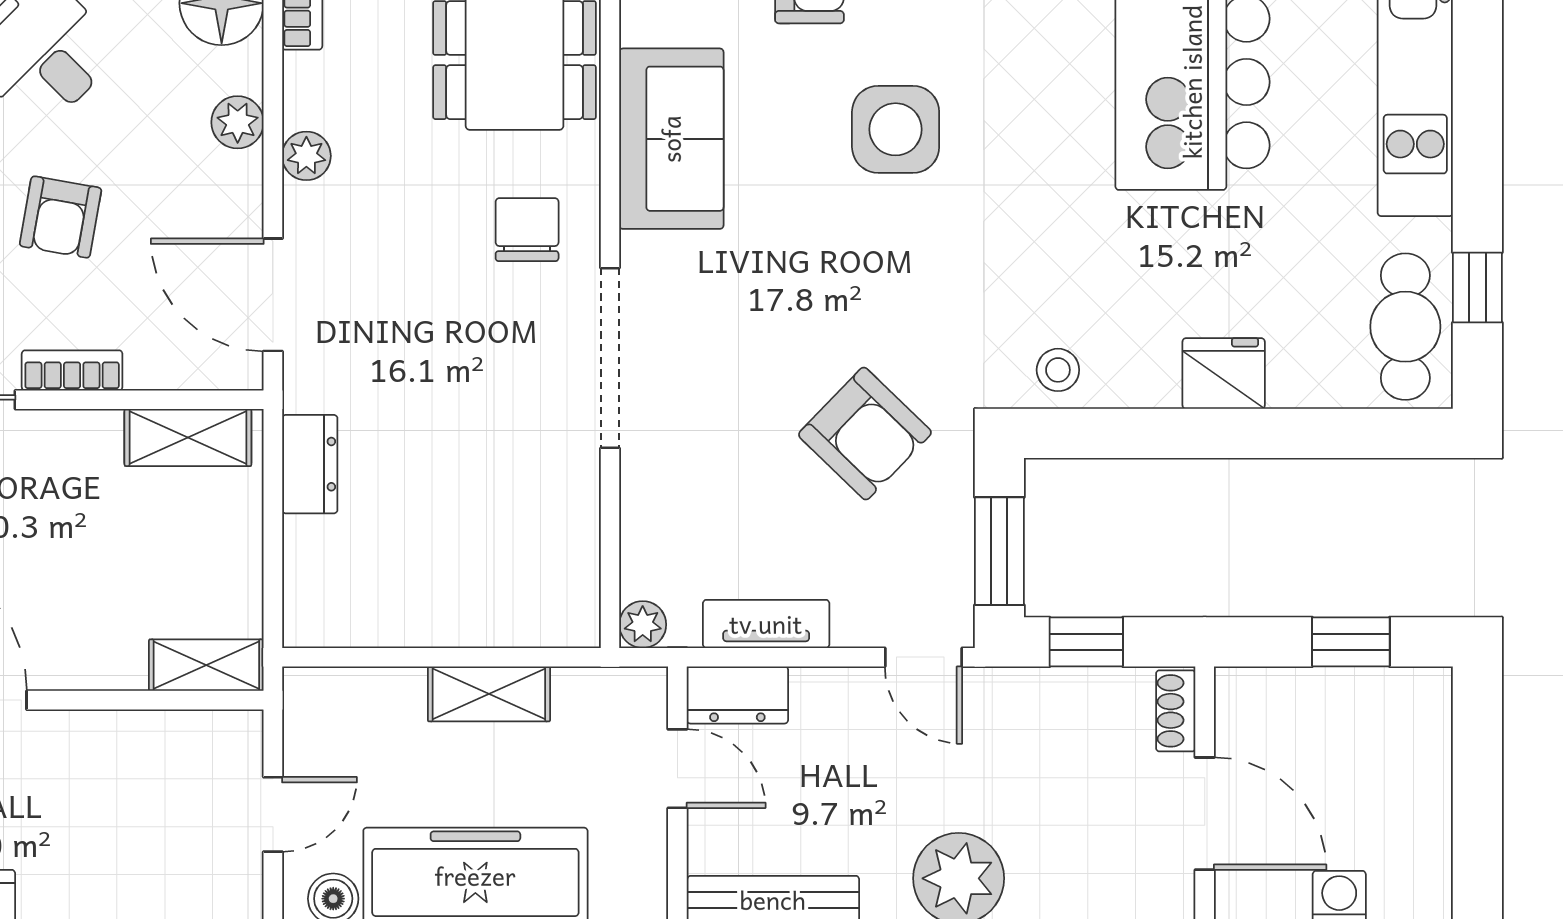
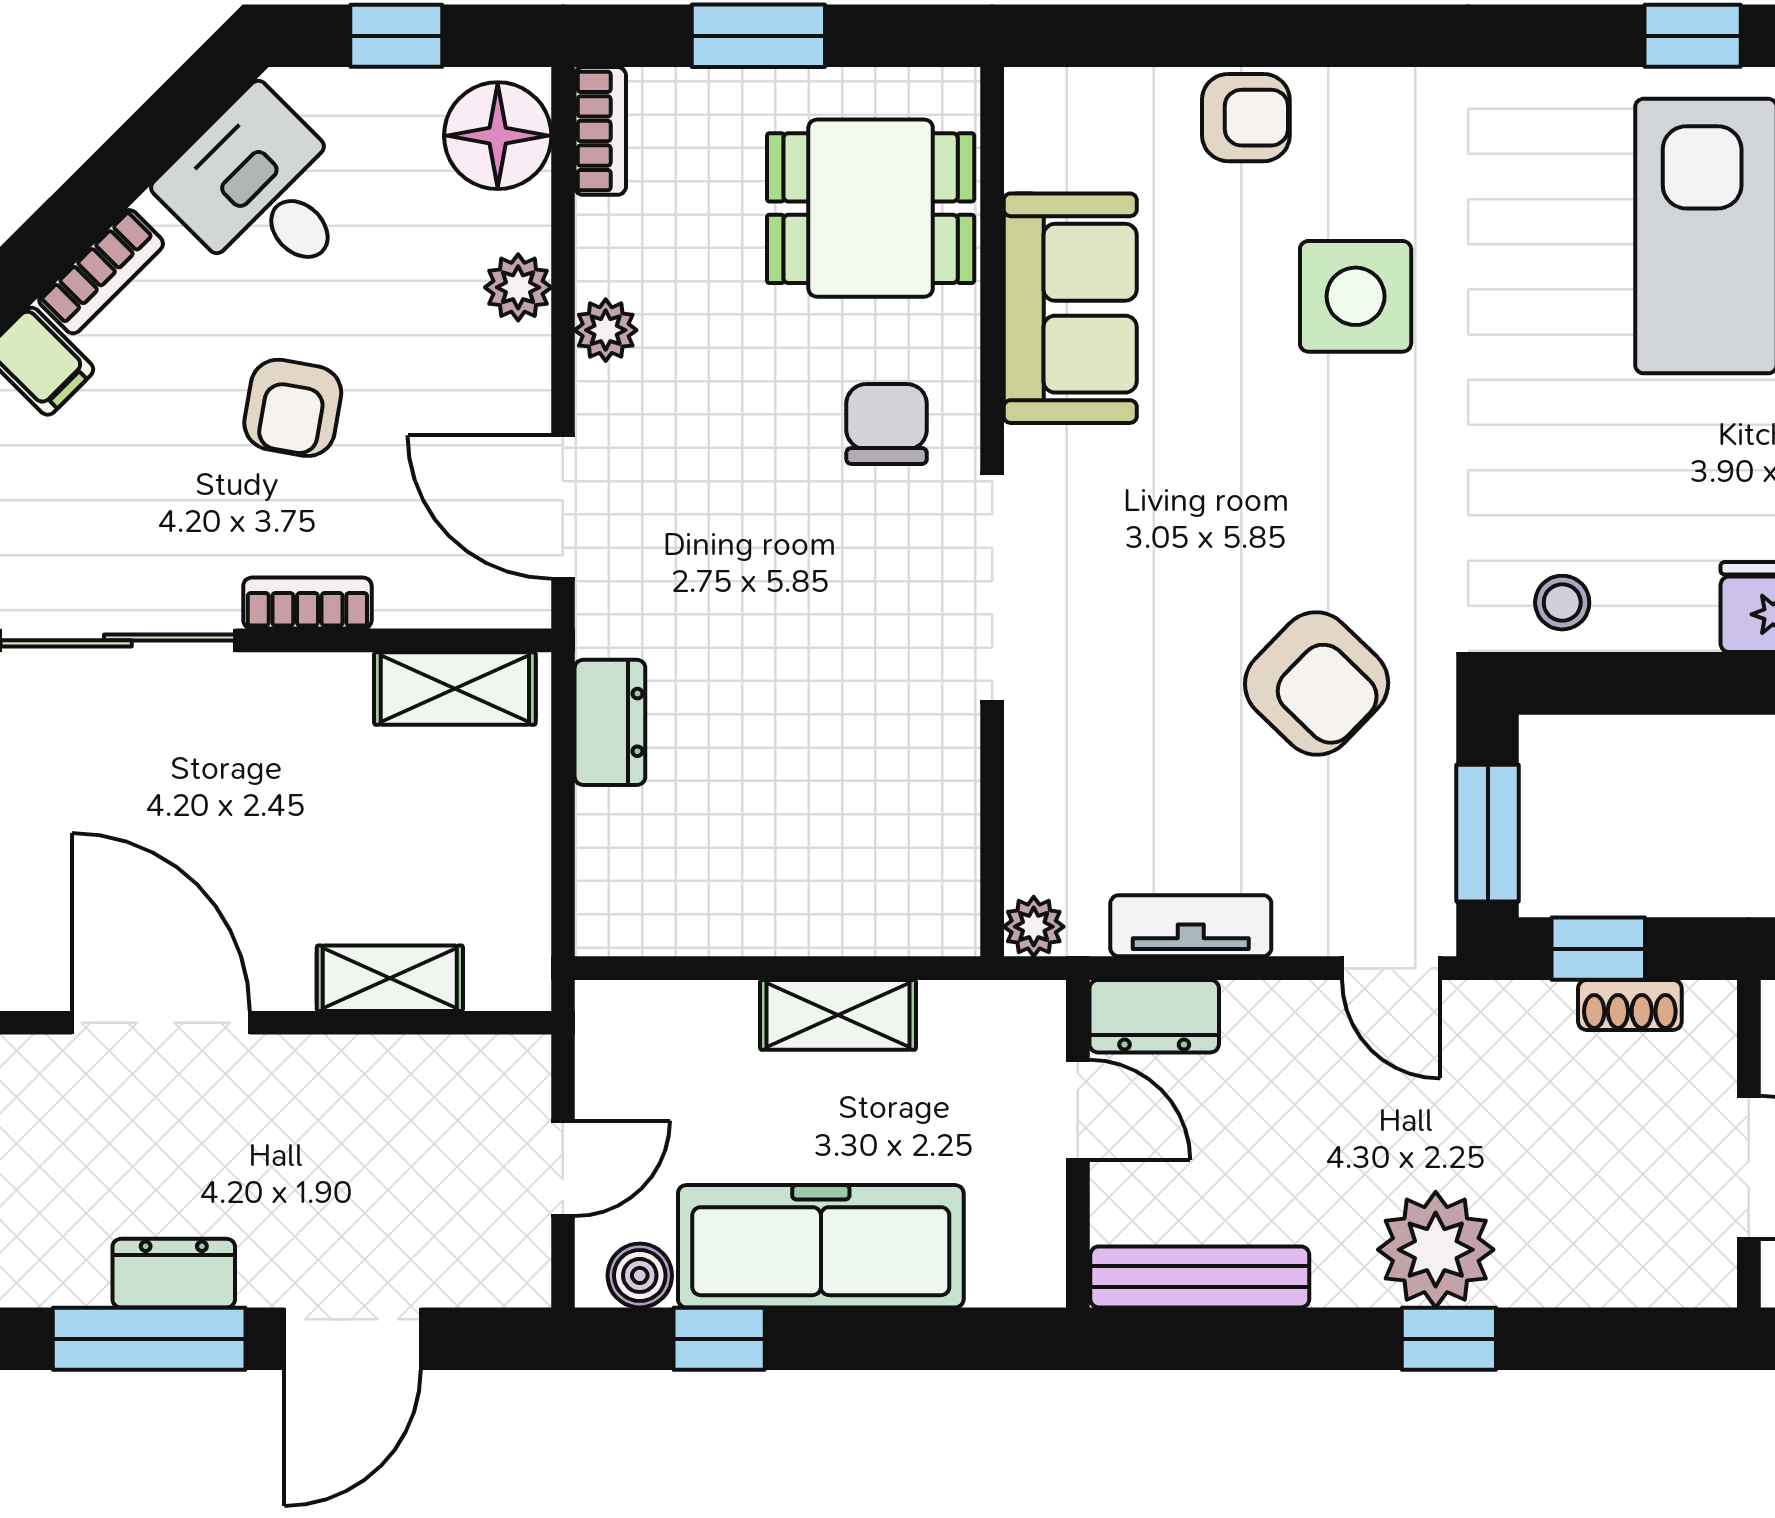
shelving: (206, 665) -> (390, 978), moved
shoe rack: (1176, 711) -> (1630, 1005), moved, turned -90

